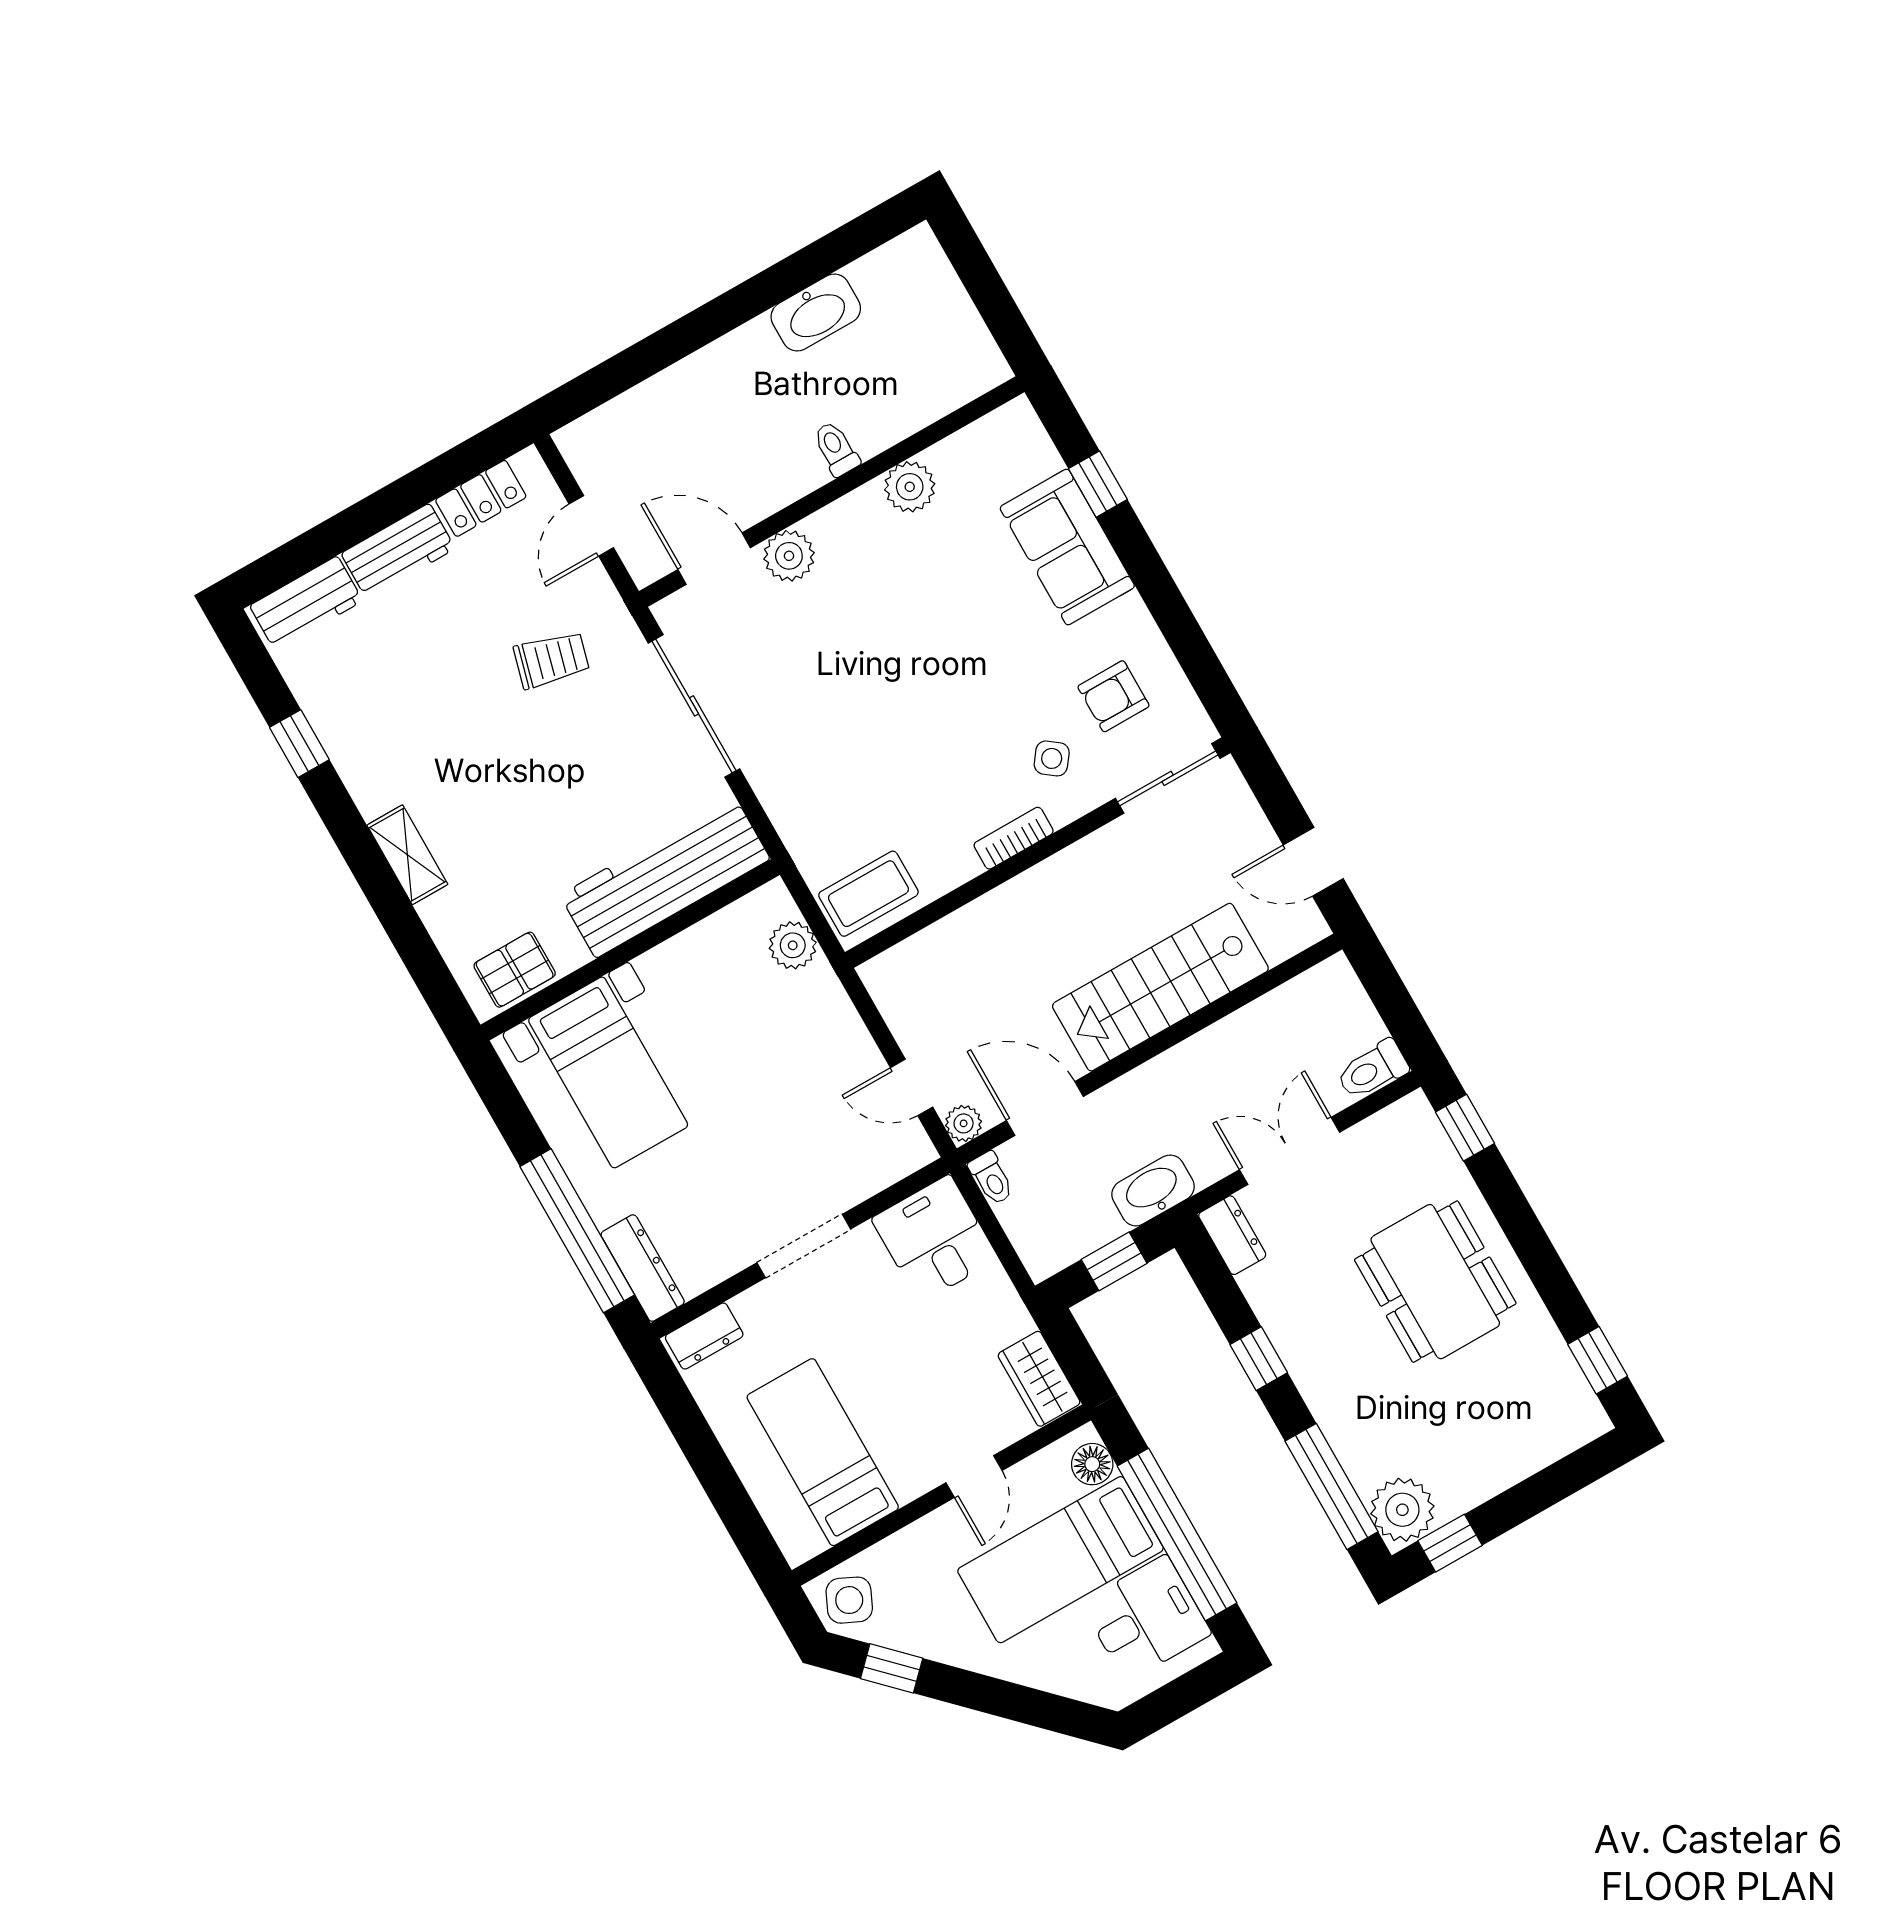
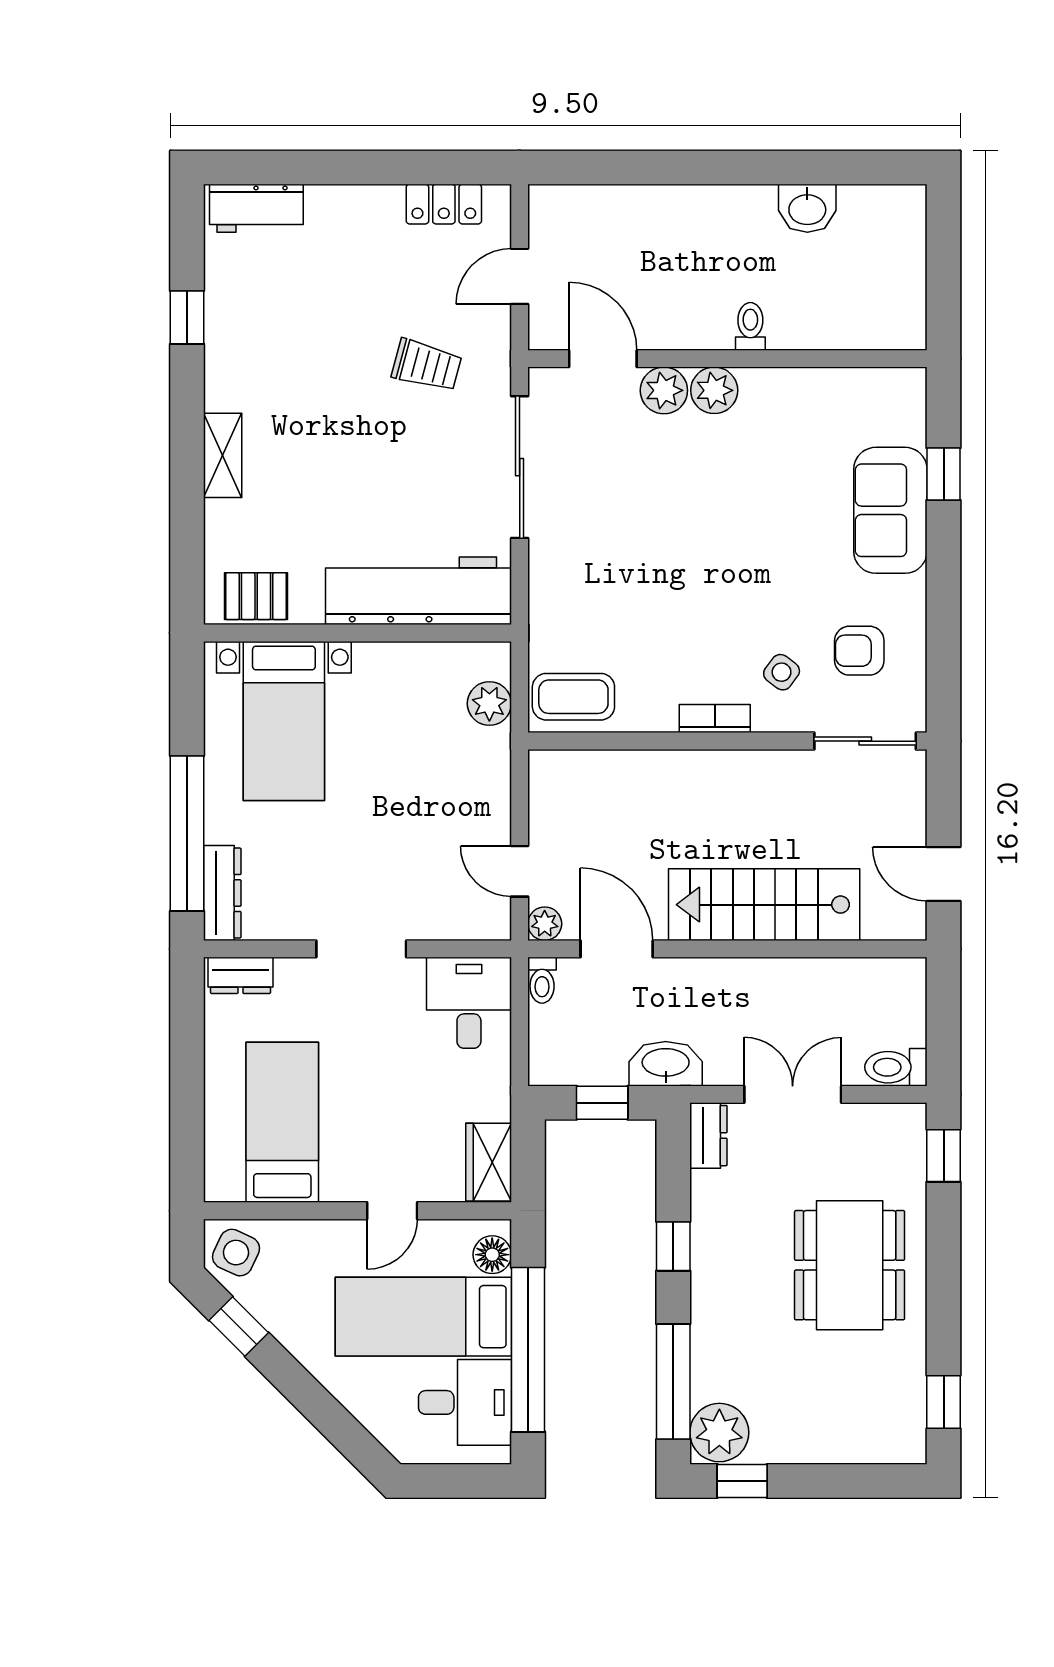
washbasin: (816, 313) -> (807, 208), width x0.72
plant: (910, 487) -> (714, 390), moved
workbench: (398, 551) -> (354, 208), removed

